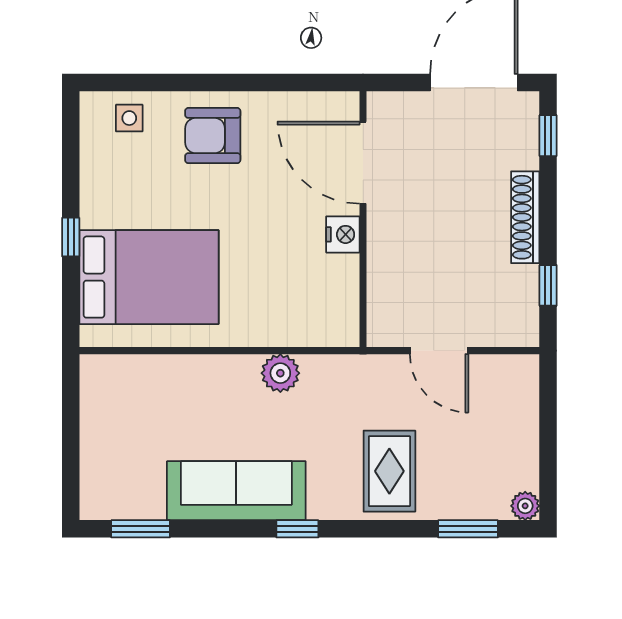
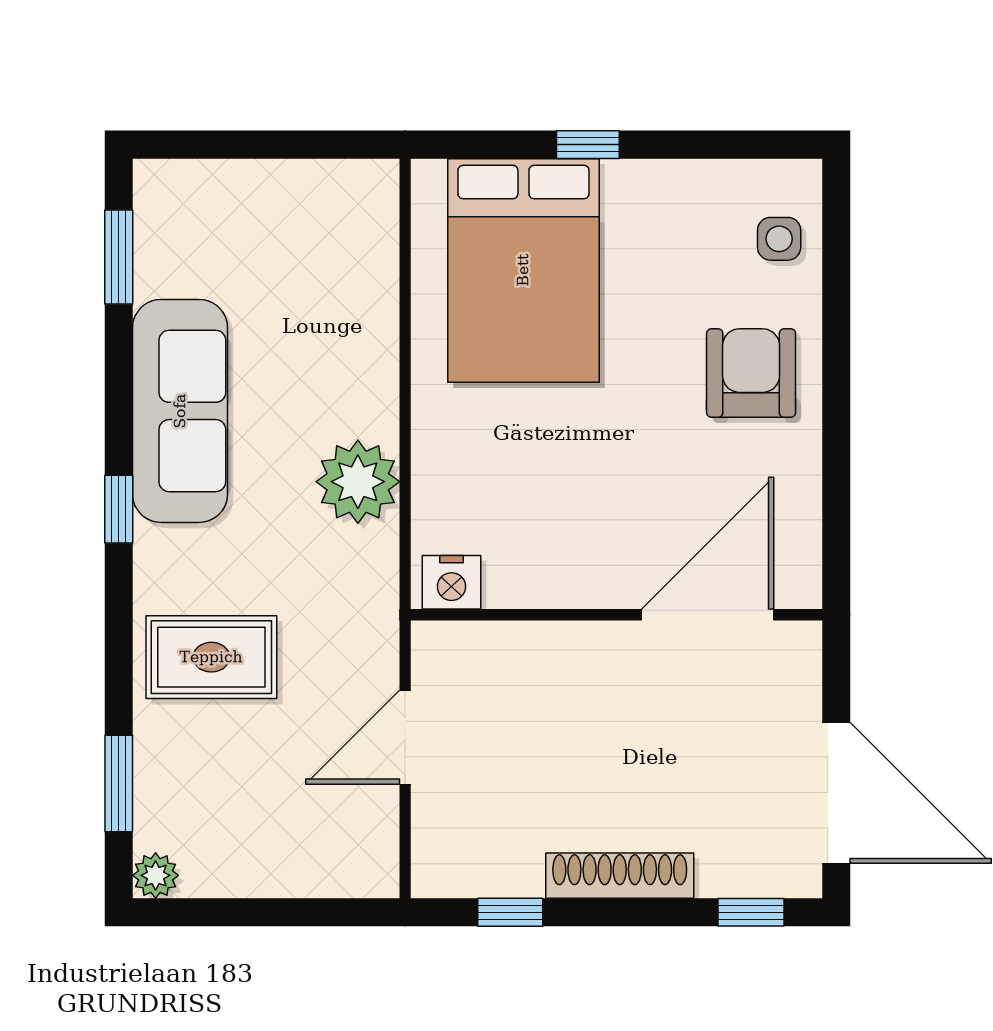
nightstand: (343, 234) -> (451, 582), moved
plant: (280, 373) -> (358, 482), width x1.36, depth x1.36

